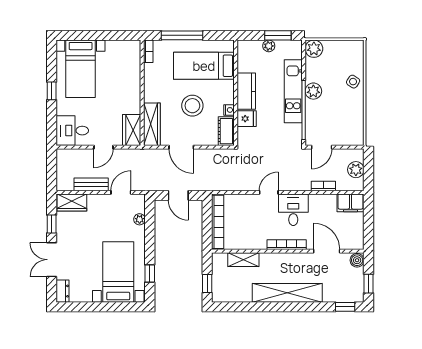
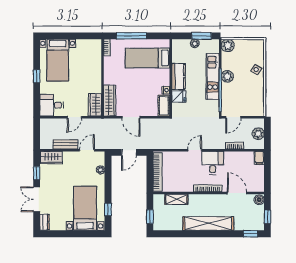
stool: (192, 106) -> (139, 87), removed
door: (178, 195) -> (129, 152), hinge flipped
filing cabinet: (350, 203) -> (259, 158), width x0.50

